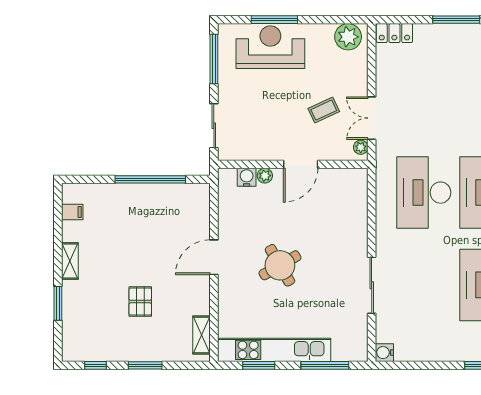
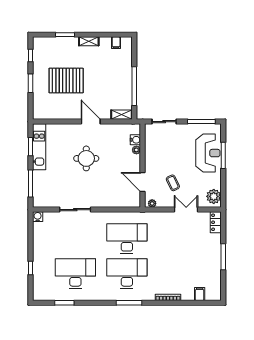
double door: (372, 118) -> (186, 210), moved
door: (301, 164) -> (143, 182), moved
round table: (280, 265) -> (86, 158), turned 30
pallet: (140, 302) -> (66, 81), width x2.05, depth x2.00
shelving: (202, 335) -> (121, 115), moved
kitchen unit: (274, 350) -> (39, 147), width x0.73

